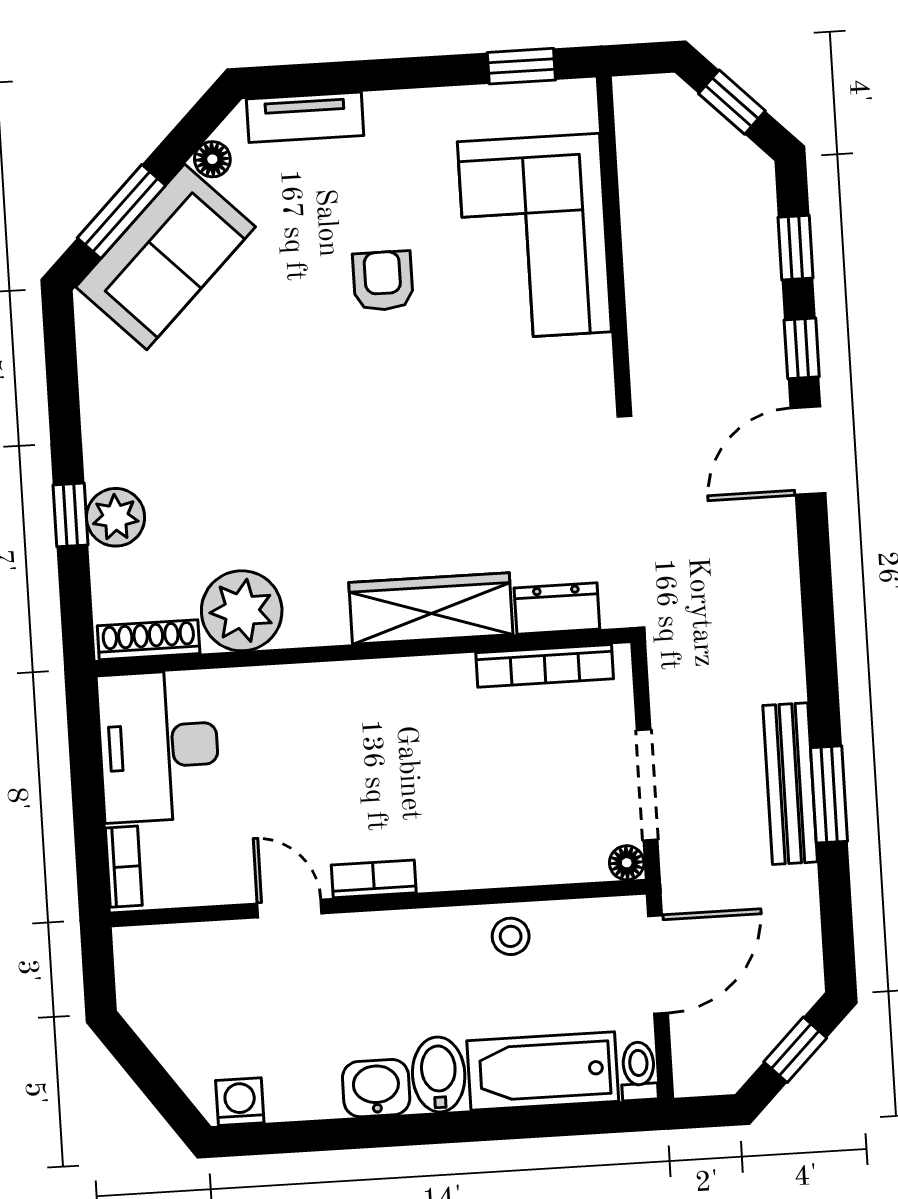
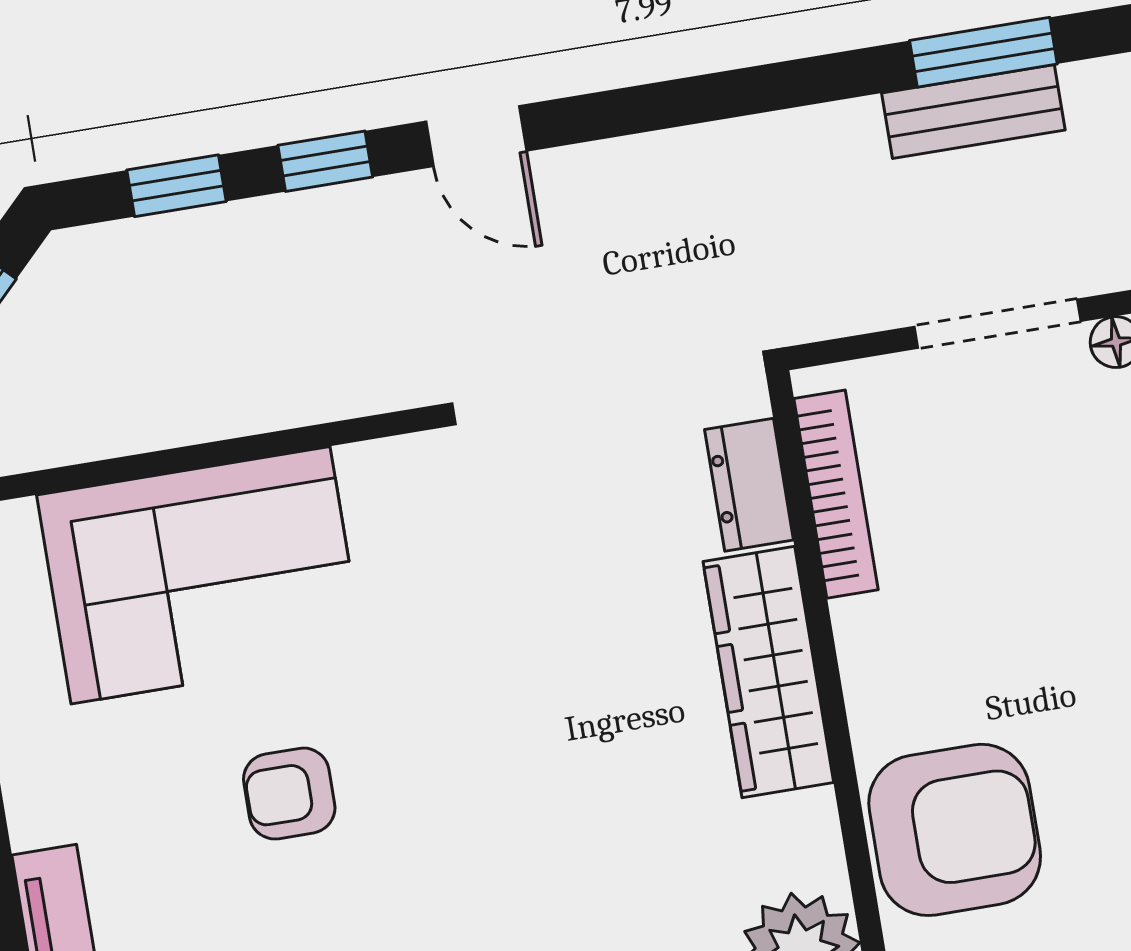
door: (808, 451) -> (476, 136), width x0.73
armchair: (313, 722) -> (955, 830), added
bench: (790, 784) -> (973, 112), width x0.73

